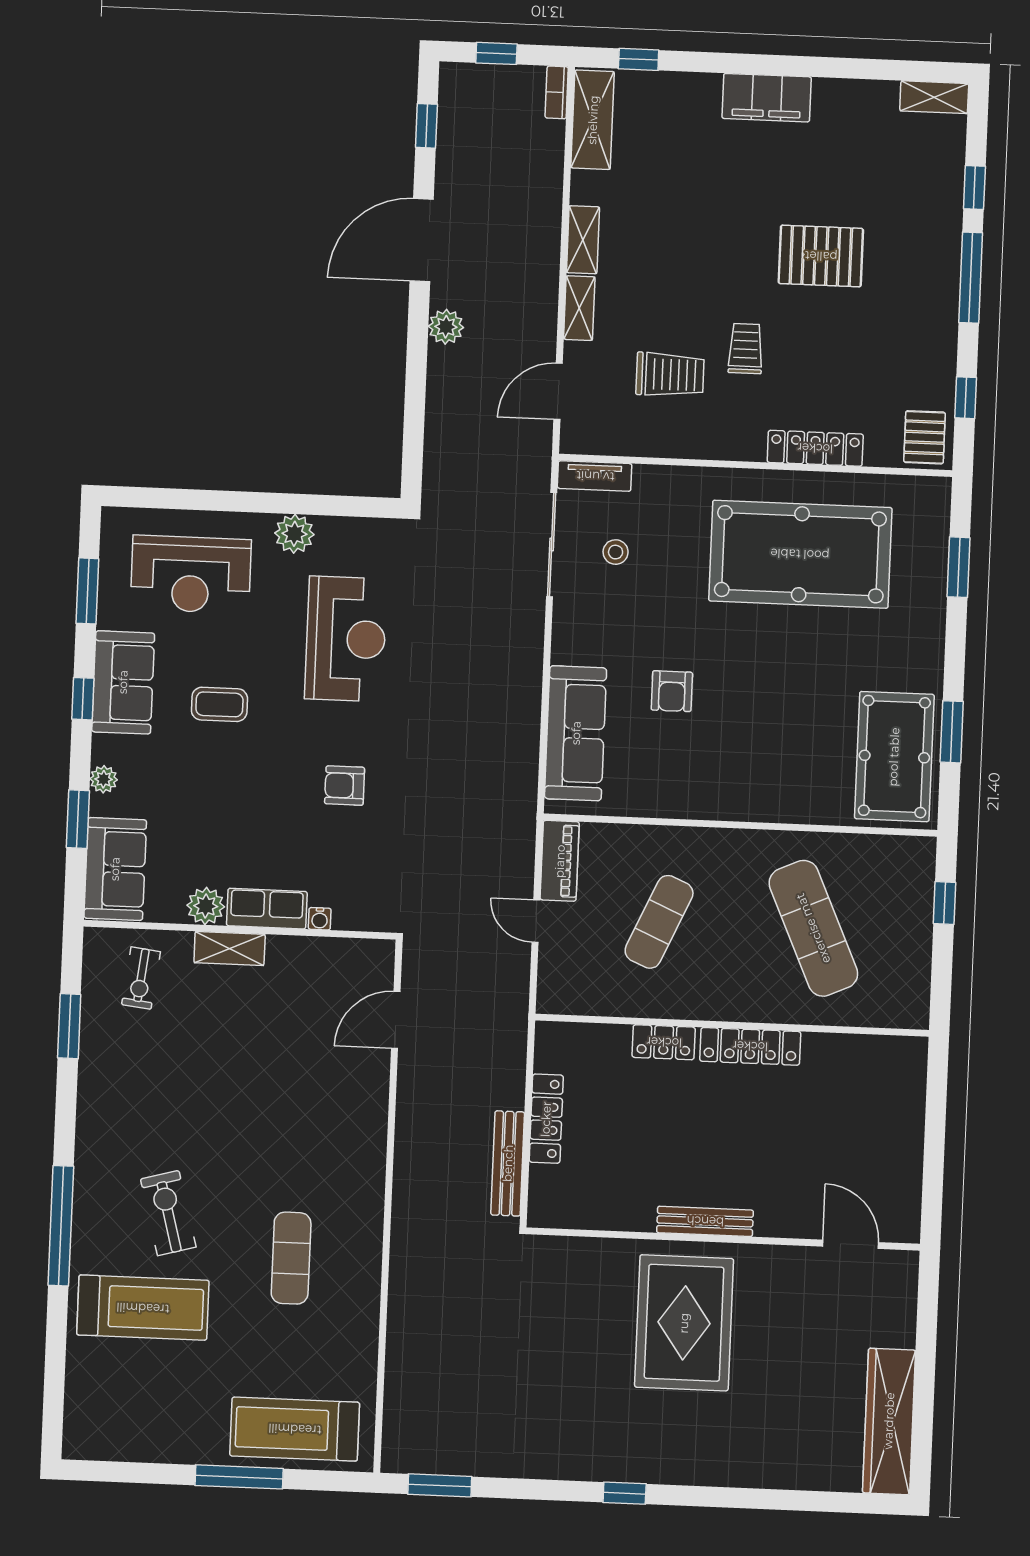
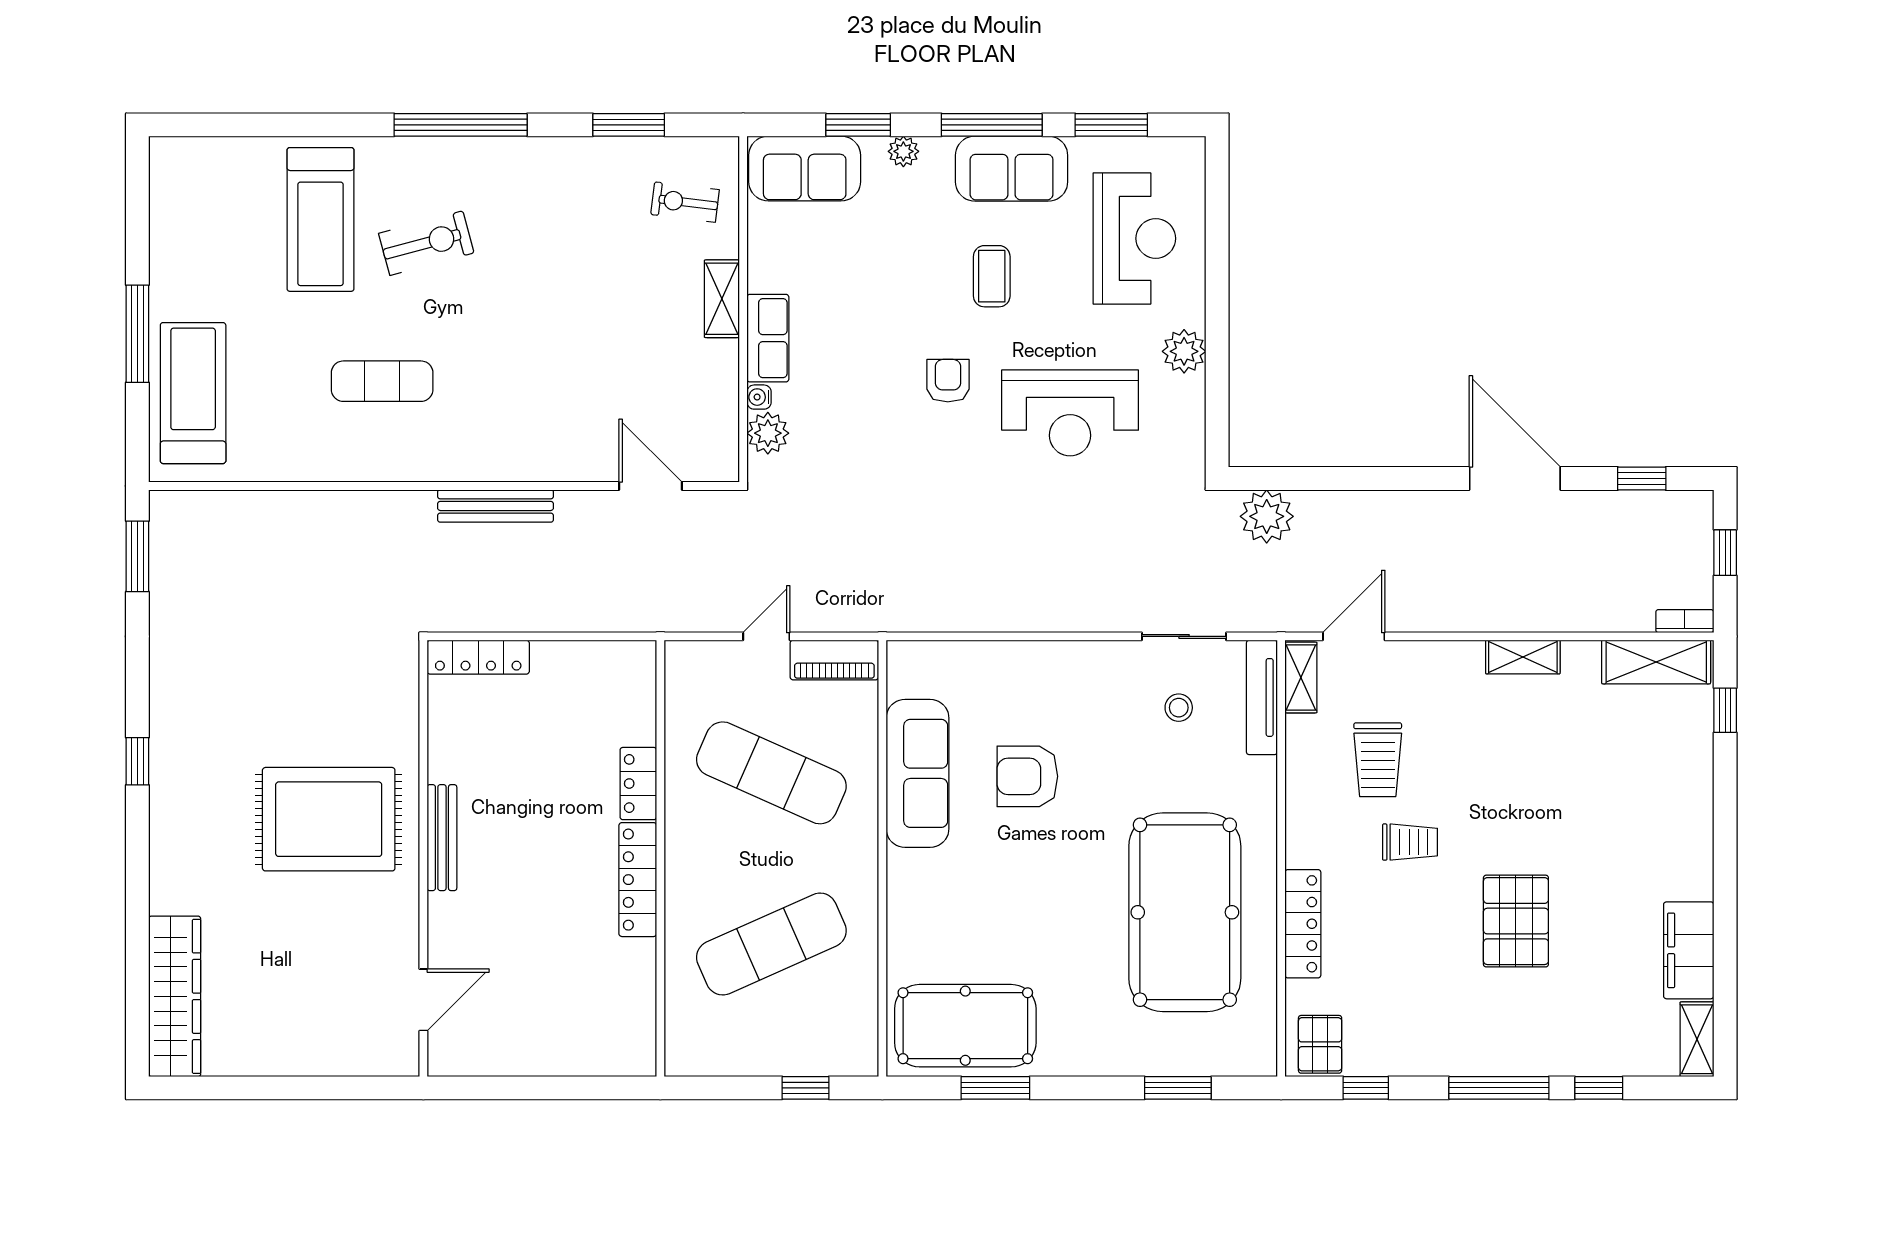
filing cabinet: (767, 98) -> (1689, 950), moved
shelving: (579, 308) -> (1301, 678), moved, turned 90
plant: (446, 327) -> (1267, 516), moved, width x1.36, depth x1.36
door: (558, 391) -> (1354, 636), hinge flipped
pallet: (925, 437) -> (1320, 1044), turned 90
tv unit: (595, 476) -> (1262, 697), width x1.41
sliding door: (552, 545) -> (1184, 636), width x0.73
reception desk: (191, 574) -> (1134, 238), turned 180
armchair: (672, 691) -> (1027, 776), width x1.38, depth x1.38
window: (83, 699) -> (992, 125), width x2.17
sofa: (576, 733) -> (918, 773), moved, turned -90
armchair: (345, 786) -> (948, 381), moved
plant: (206, 906) -> (768, 433), moved
exercise mat: (659, 922) -> (771, 773), width x1.36, depth x1.45
locker: (546, 1119) -> (478, 657), moved
bench: (508, 1163) -> (496, 506), moved
window: (61, 1226) -> (461, 125), moved
wardrobe: (889, 1421) -> (175, 996), moved, turned 90

